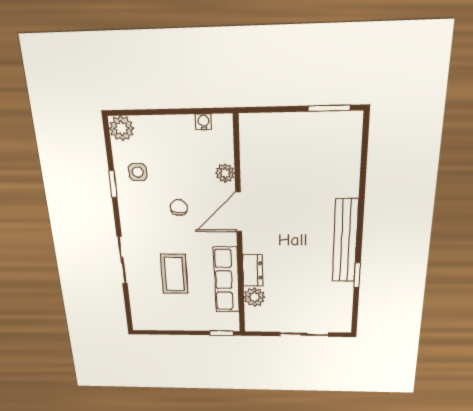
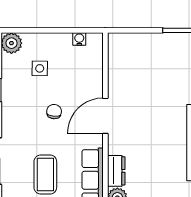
side table: (138, 172) -> (40, 68), moved
plant: (225, 173) -> (95, 82), removed

